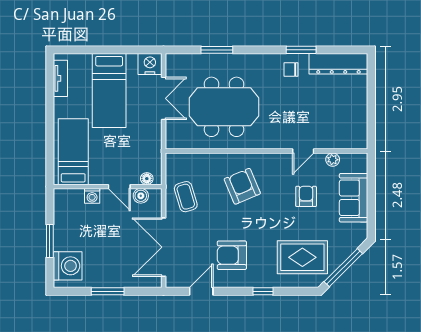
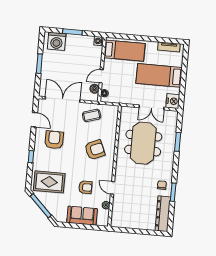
washing machine: (92, 196) -> (99, 41), moved
rug: (302, 257) -> (49, 182), turned 90

